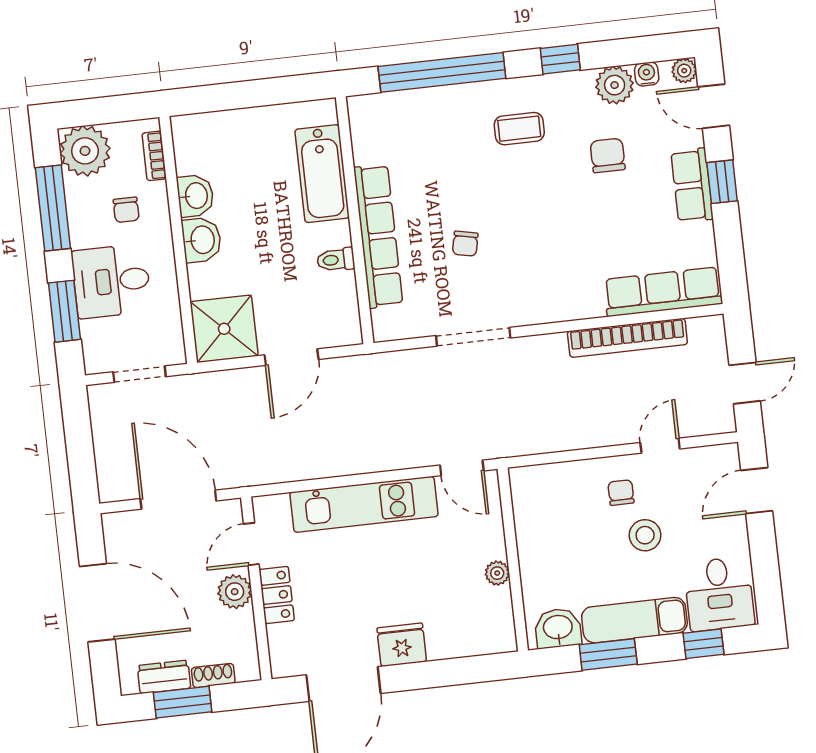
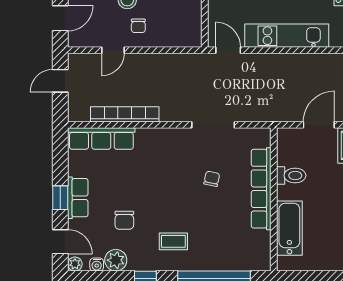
toilet: (336, 260) -> (291, 175), width x1.37, depth x1.39

